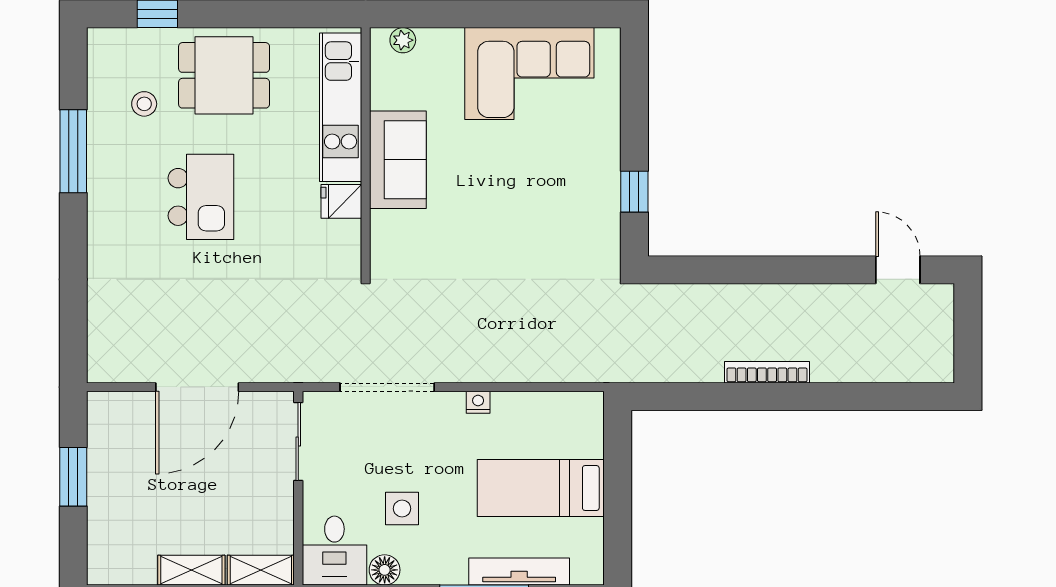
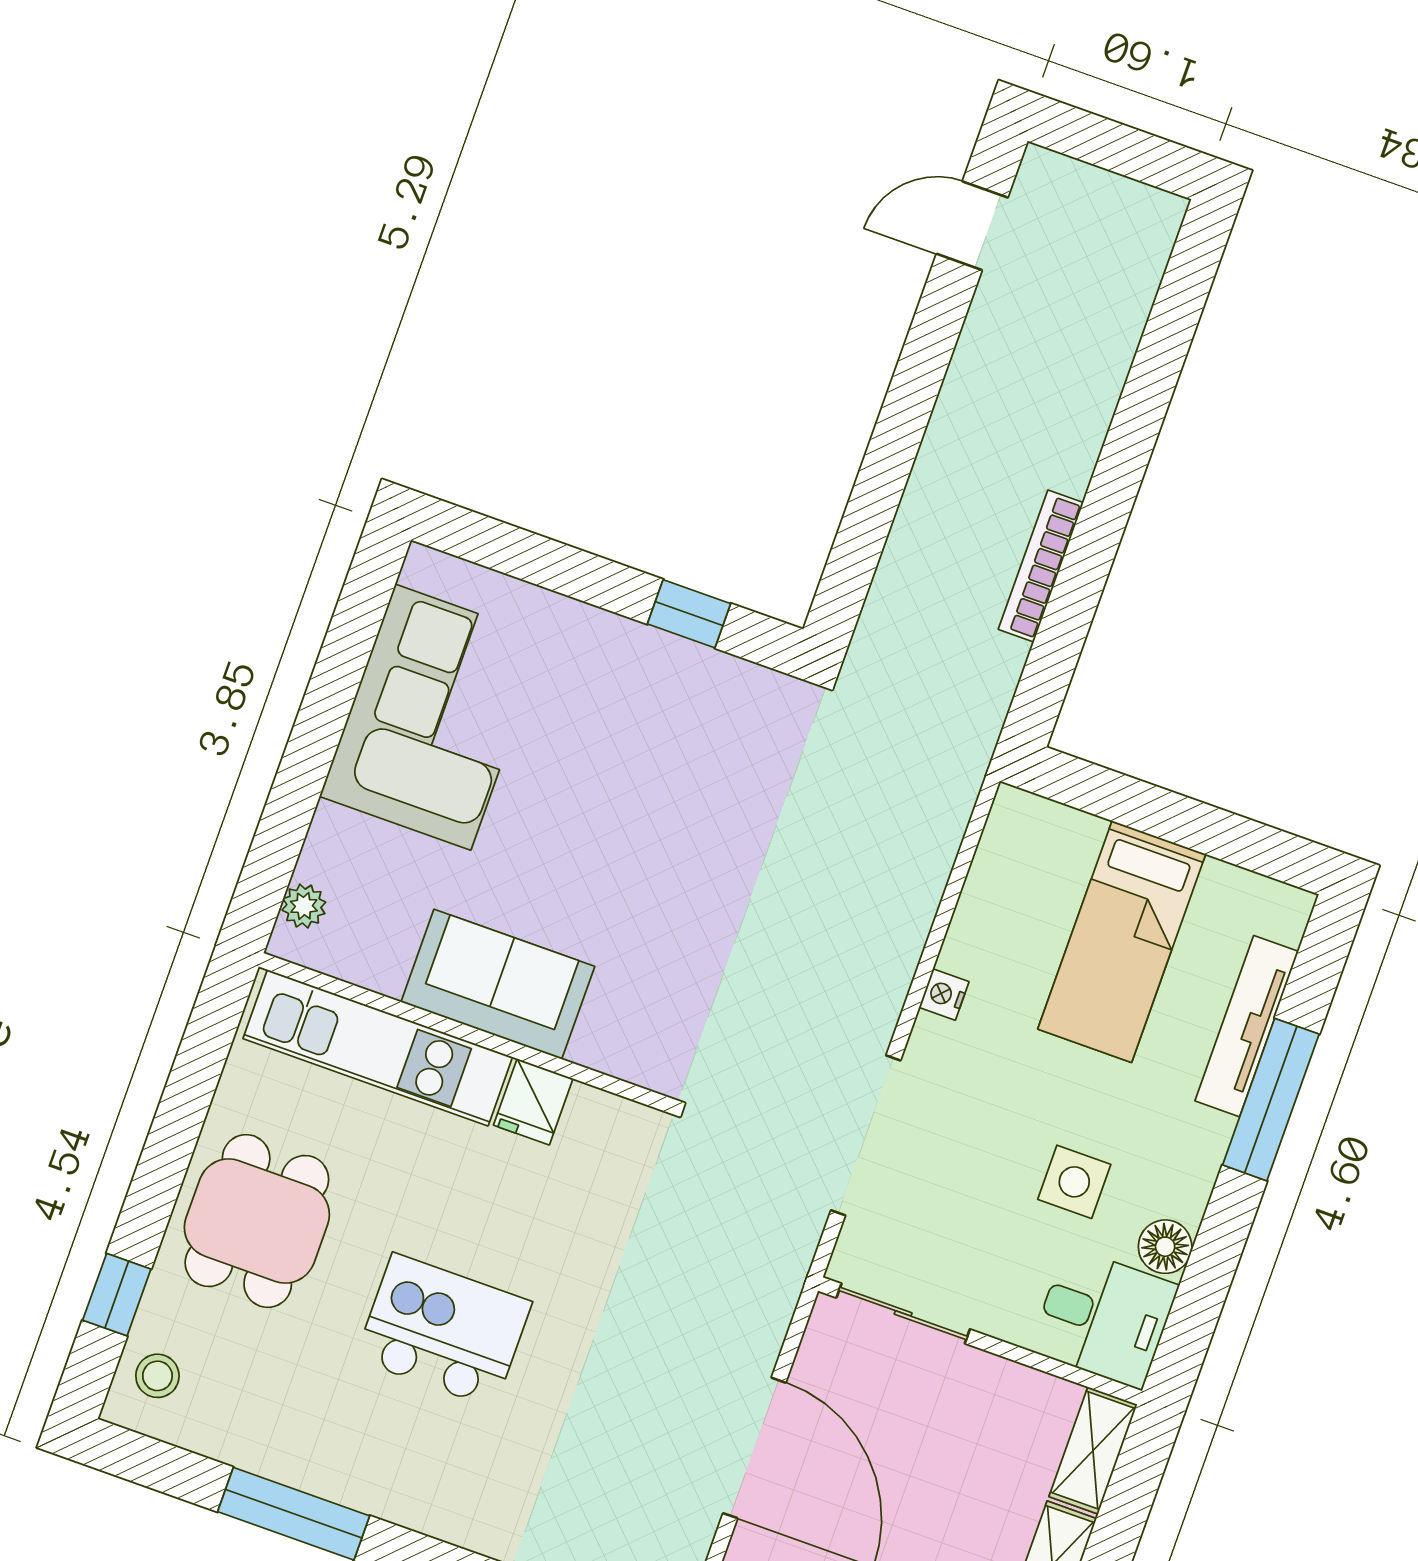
stool: (144, 104) -> (157, 1376), moved
bookcase: (767, 372) -> (1041, 566), moved

